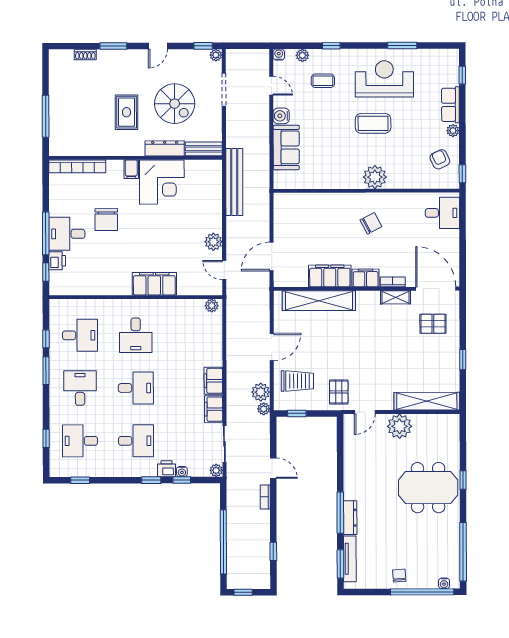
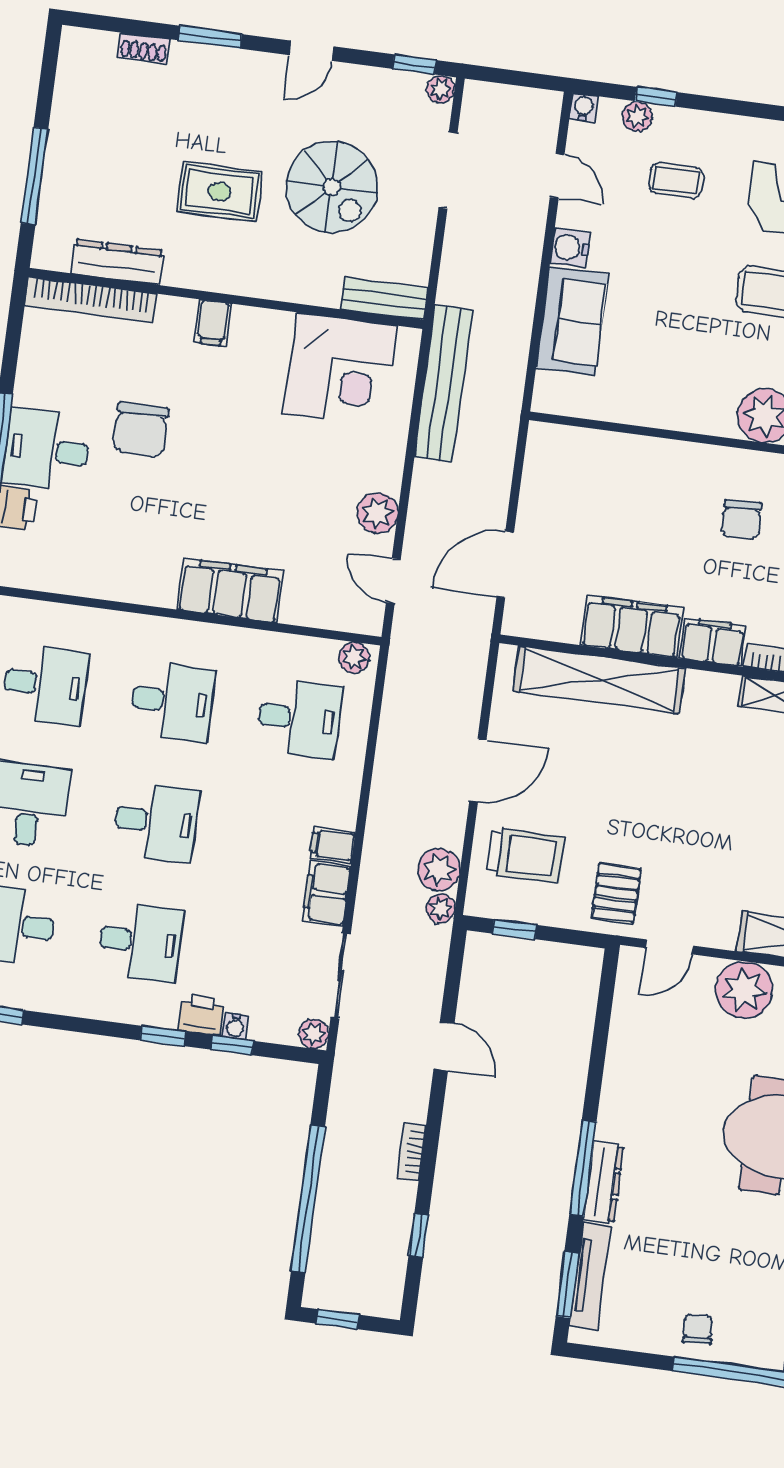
window: (331, 46) -> (656, 97), moved
rug: (127, 112) -> (220, 192), turned 90
dresser: (165, 148) -> (117, 262), moved
corner desk: (162, 182) -> (340, 370), moved
chair: (371, 223) -> (741, 520), turned 116
desk: (136, 335) -> (172, 702), turned -90
desk: (192, 335) -> (299, 719), added
filing cabinet: (213, 381) -> (333, 845), width x0.50
bookcase: (265, 497) -> (411, 1152), moved

